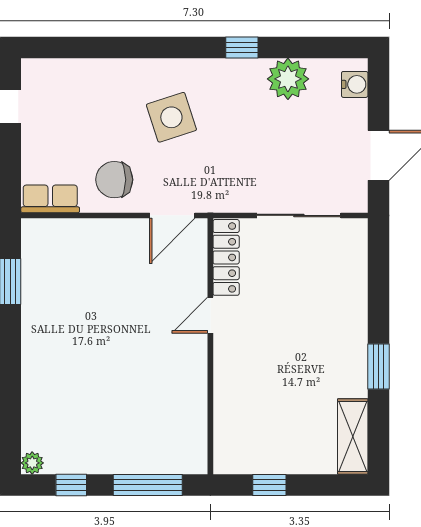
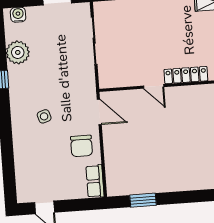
side table: (171, 117) -> (44, 116), width x0.54, depth x0.54
locker: (226, 257) -> (186, 75), moved

